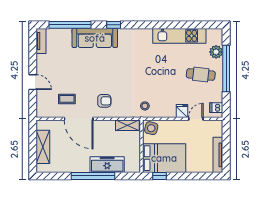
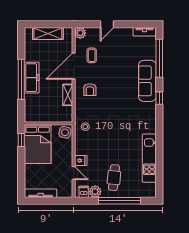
plant: (216, 52) -> (95, 192), moved
plant: (42, 111) -> (80, 33), added
shelving: (127, 125) -> (68, 95), moved
freezer: (107, 165) -> (32, 78), moved

